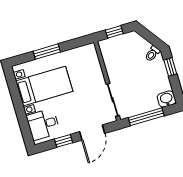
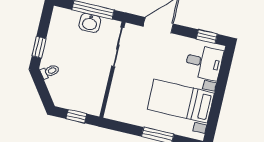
washbasin: (167, 99) -> (90, 23), moved
window: (64, 141) -> (207, 37), moved

